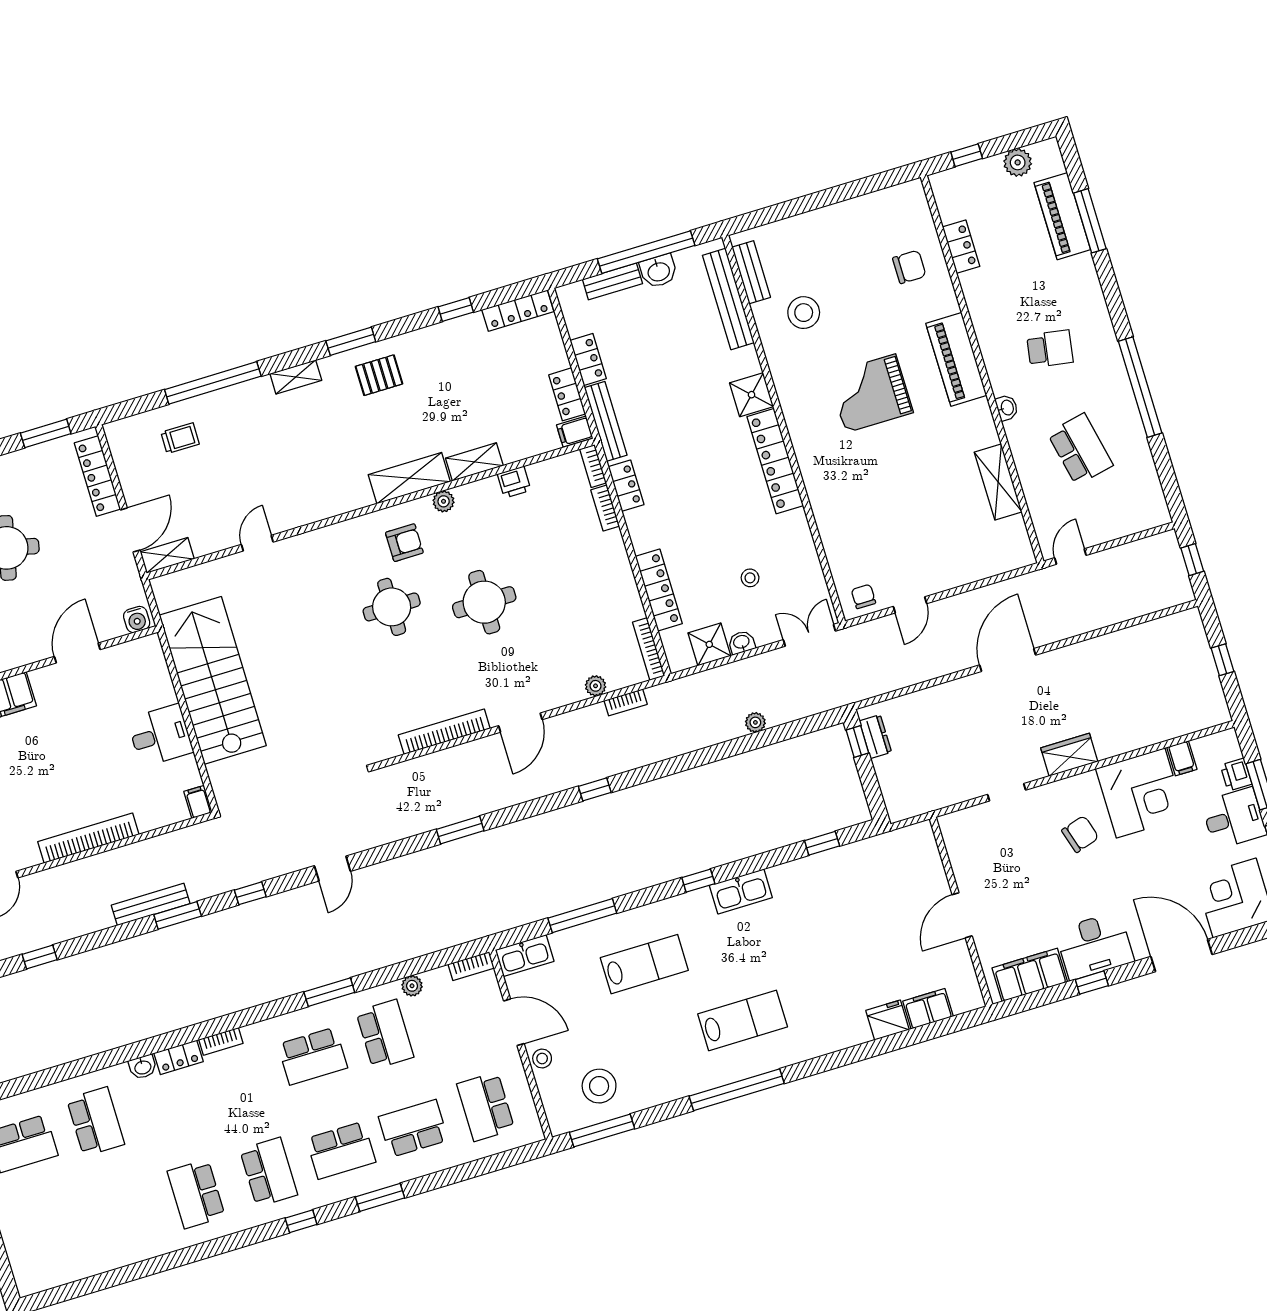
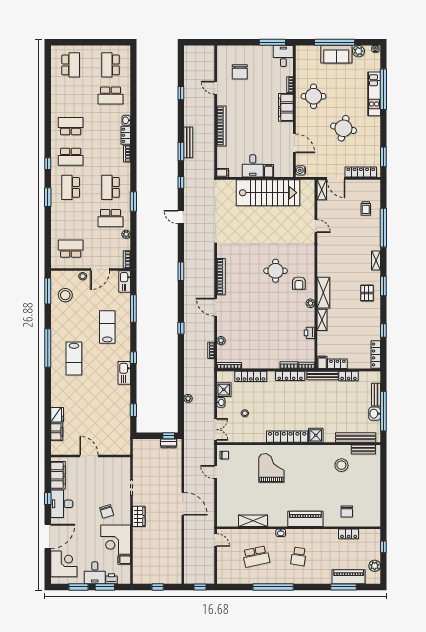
grand piano: (871, 393) -> (271, 468), moved
locker: (626, 486) -> (290, 376), width x1.53
round table: (484, 602) -> (267, 307), removed
filing cabinet: (160, 694) -> (269, 171), added
lab bench: (644, 964) -> (107, 327), turned 180
school desk: (413, 1128) -> (71, 65), moved

